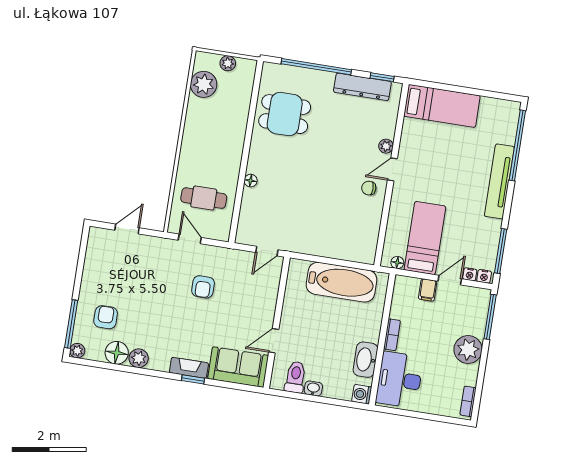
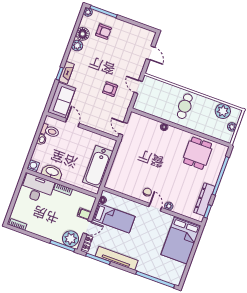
bed: (442, 106) -> (181, 240), width x1.50
tv unit: (499, 181) -> (117, 258), moved
cafe table: (204, 198) -> (185, 106), moved
door: (190, 239) -> (138, 87), swing flipped
door: (450, 280) -> (87, 227), hinge flipped
plant: (468, 350) -> (71, 239), moved

